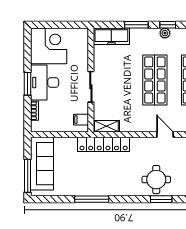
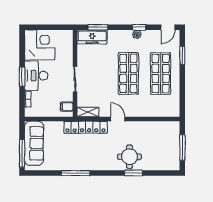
window: (136, 25) -> (98, 27), moved
door: (165, 135) -> (118, 119), moved

